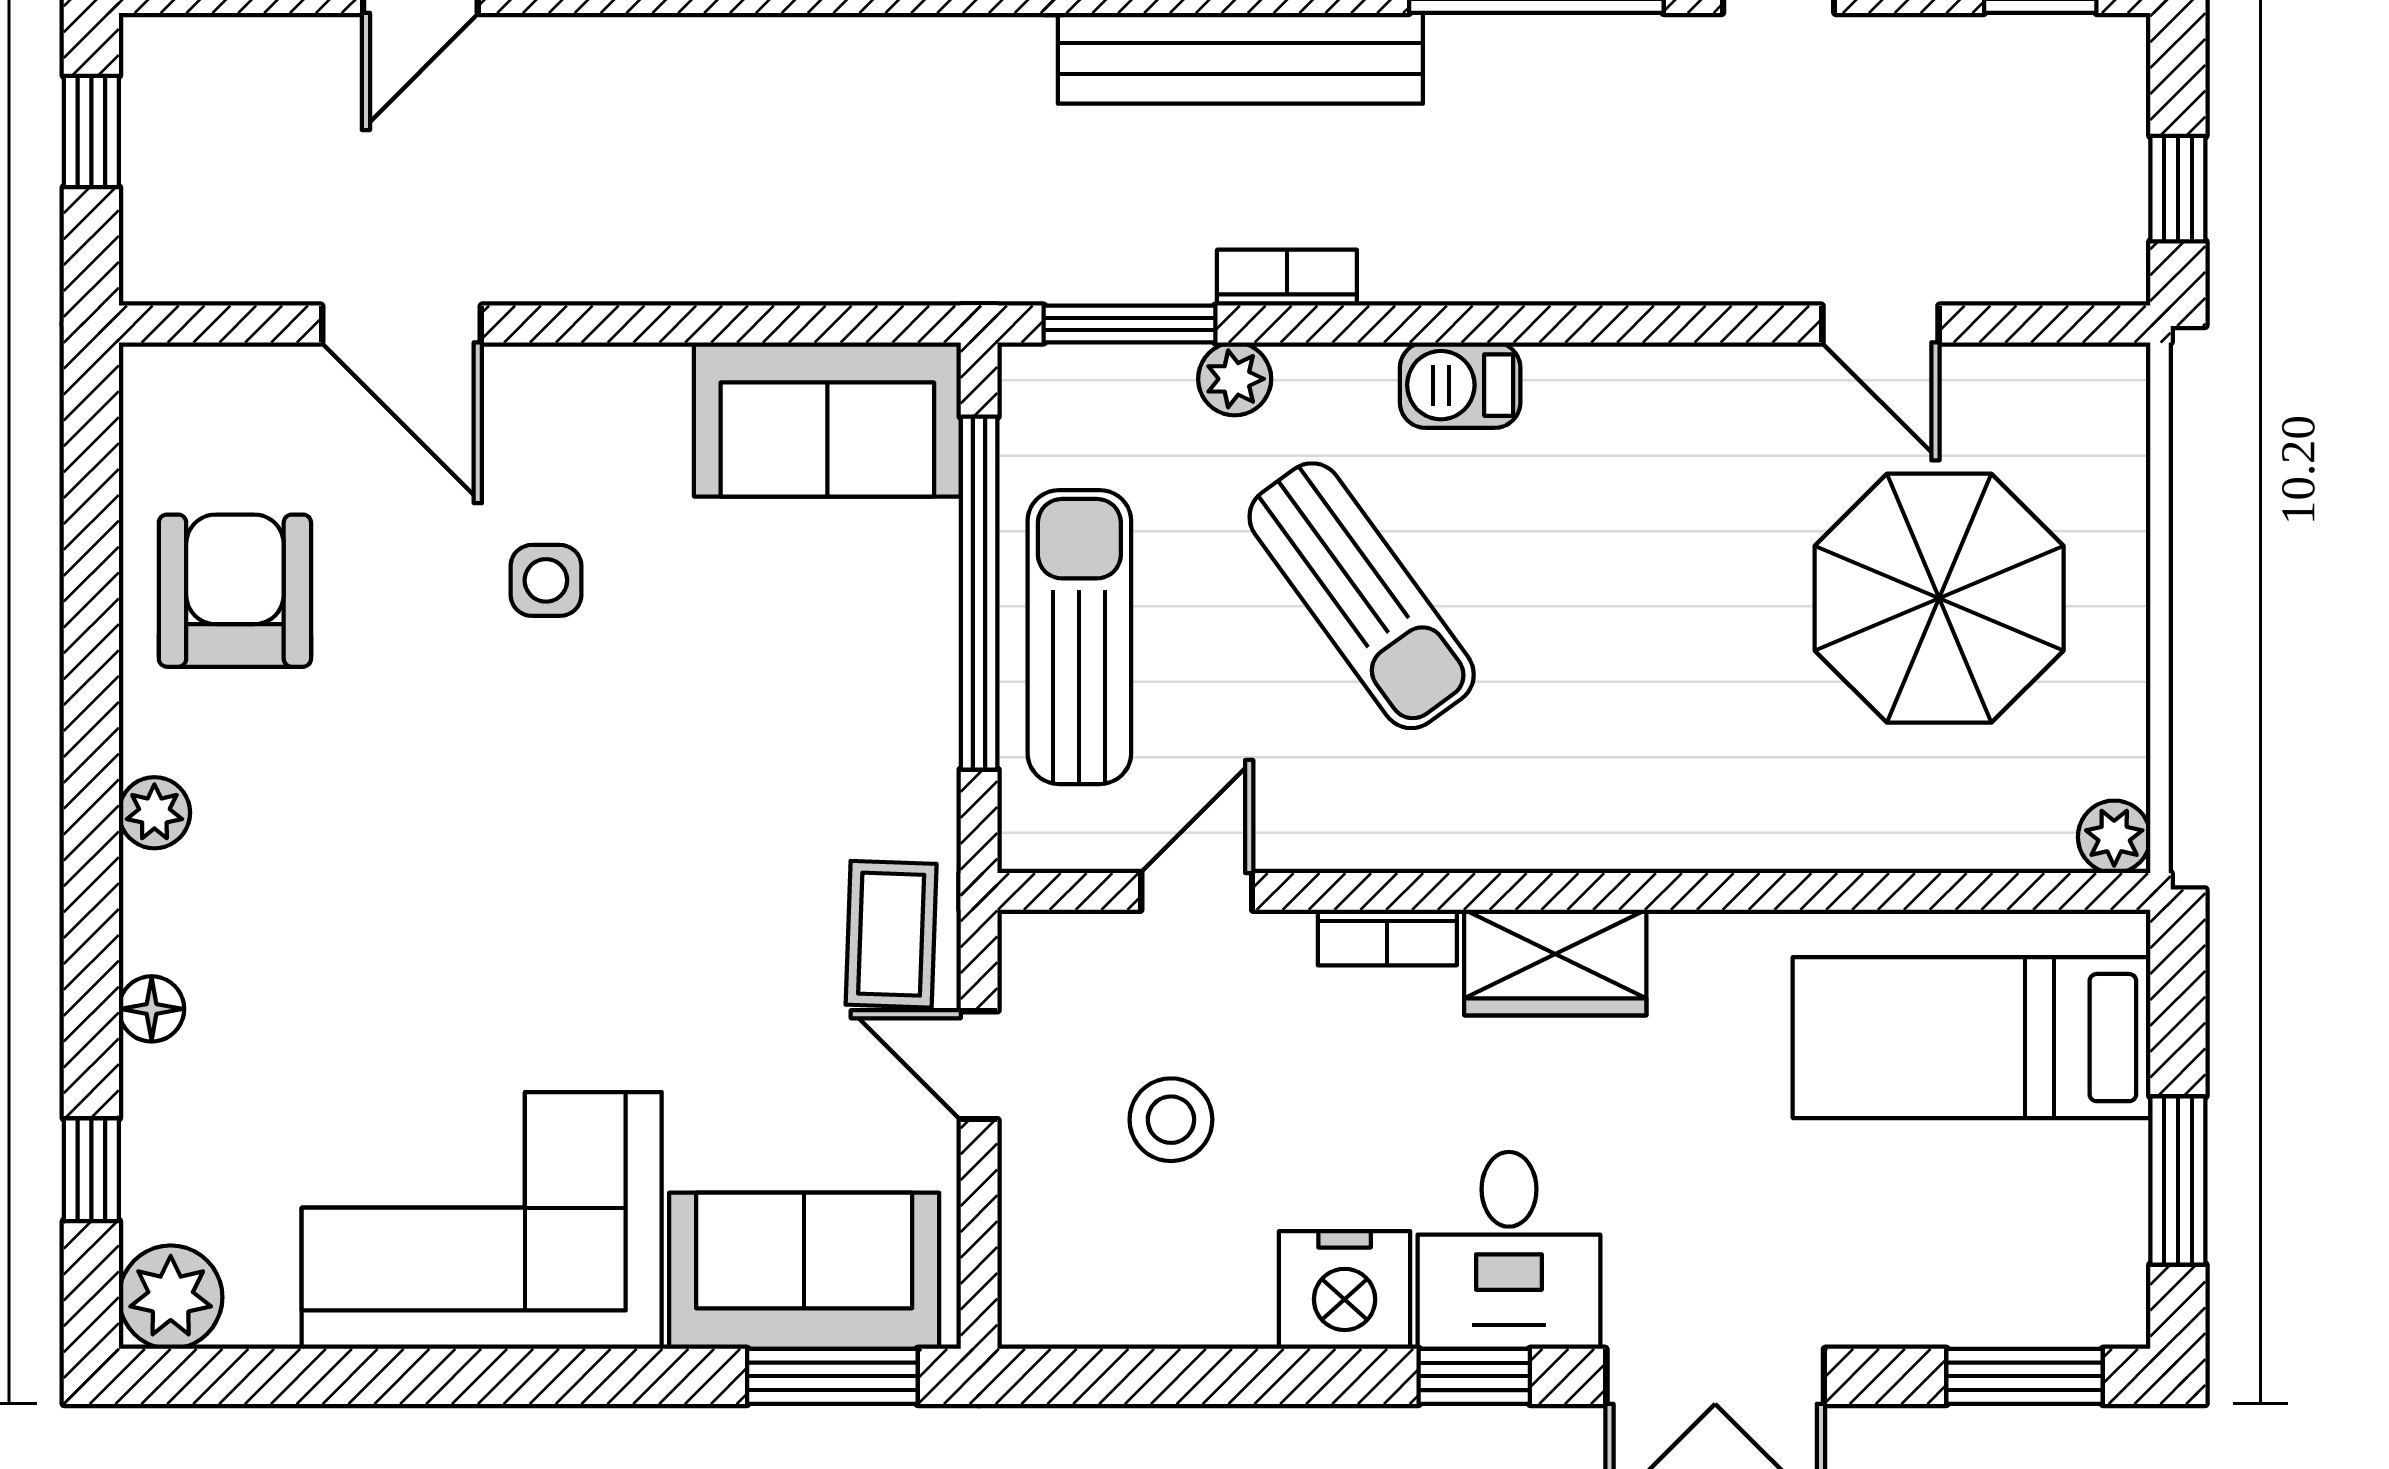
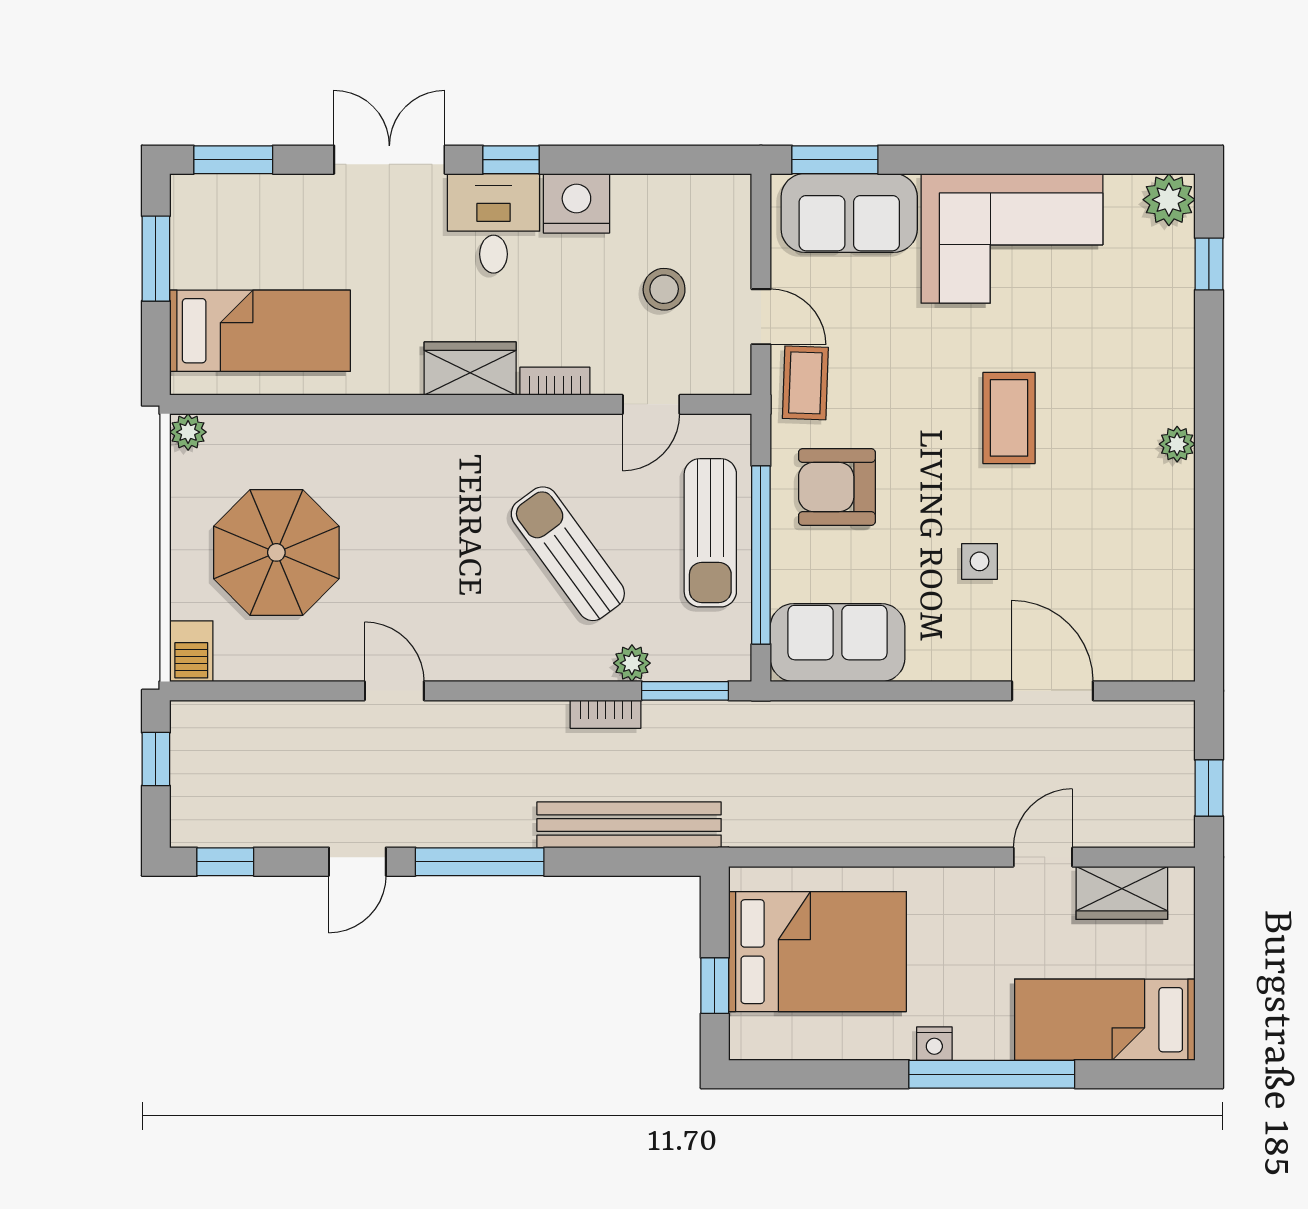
door: (1880, 324) -> (394, 691), moved
barbecue: (1460, 385) -> (191, 651), moved, turned 90
armchair: (235, 591) -> (837, 487), moved, turned 90
coffee table: (488, 865) -> (1009, 418), added
floor lamp: (152, 1009) -> (1179, 345), removed

